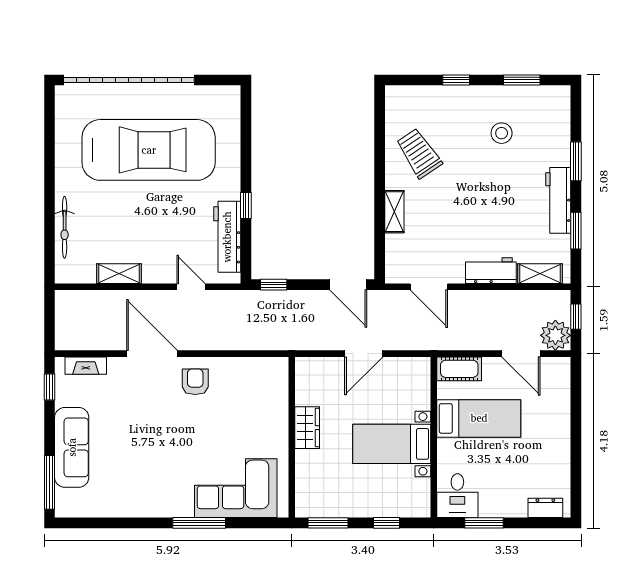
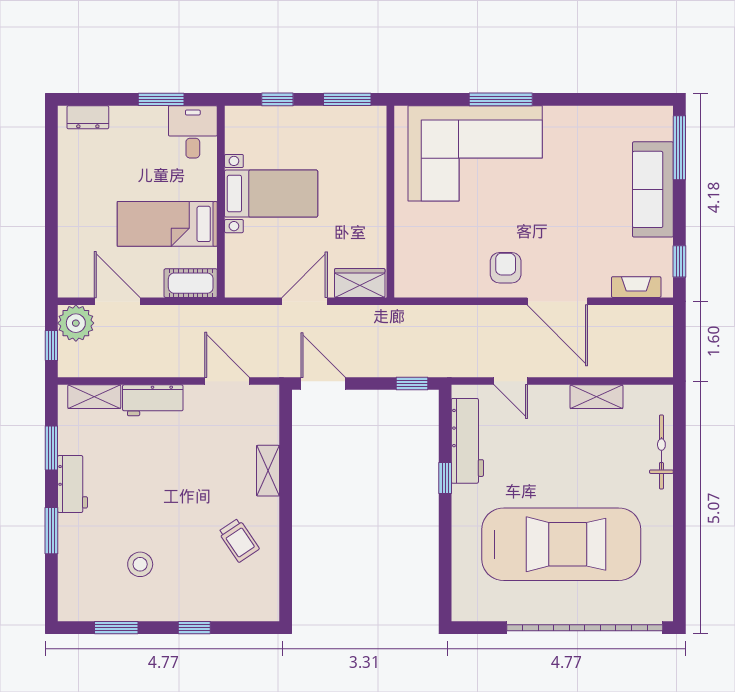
car: (149, 150) -> (561, 544), turned 180
trolley: (419, 153) -> (239, 540), width x0.73, depth x0.72
workbench: (558, 200) -> (72, 484), width x0.73
armchair: (195, 382) -> (506, 268), turned 180
wardrobe: (307, 428) -> (360, 283), moved, turned 90
corner sofa: (236, 488) -> (475, 153), width x1.36, depth x1.36

